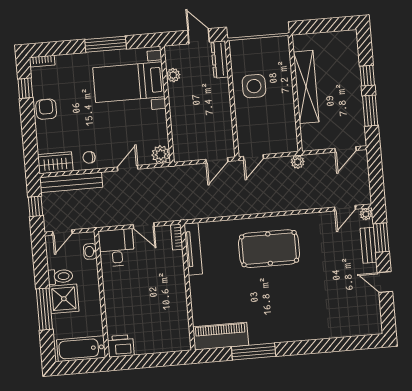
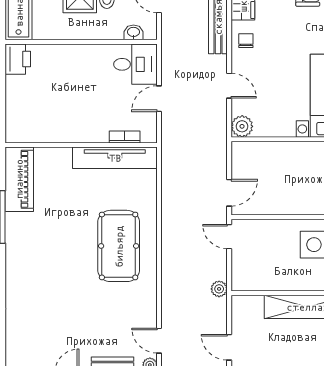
door: (217, 160) -> (229, 193), swing flipped
bookcase: (177, 237) -> (125, 137), moved
tv unit: (193, 249) -> (115, 158), width x1.36, depth x1.29

